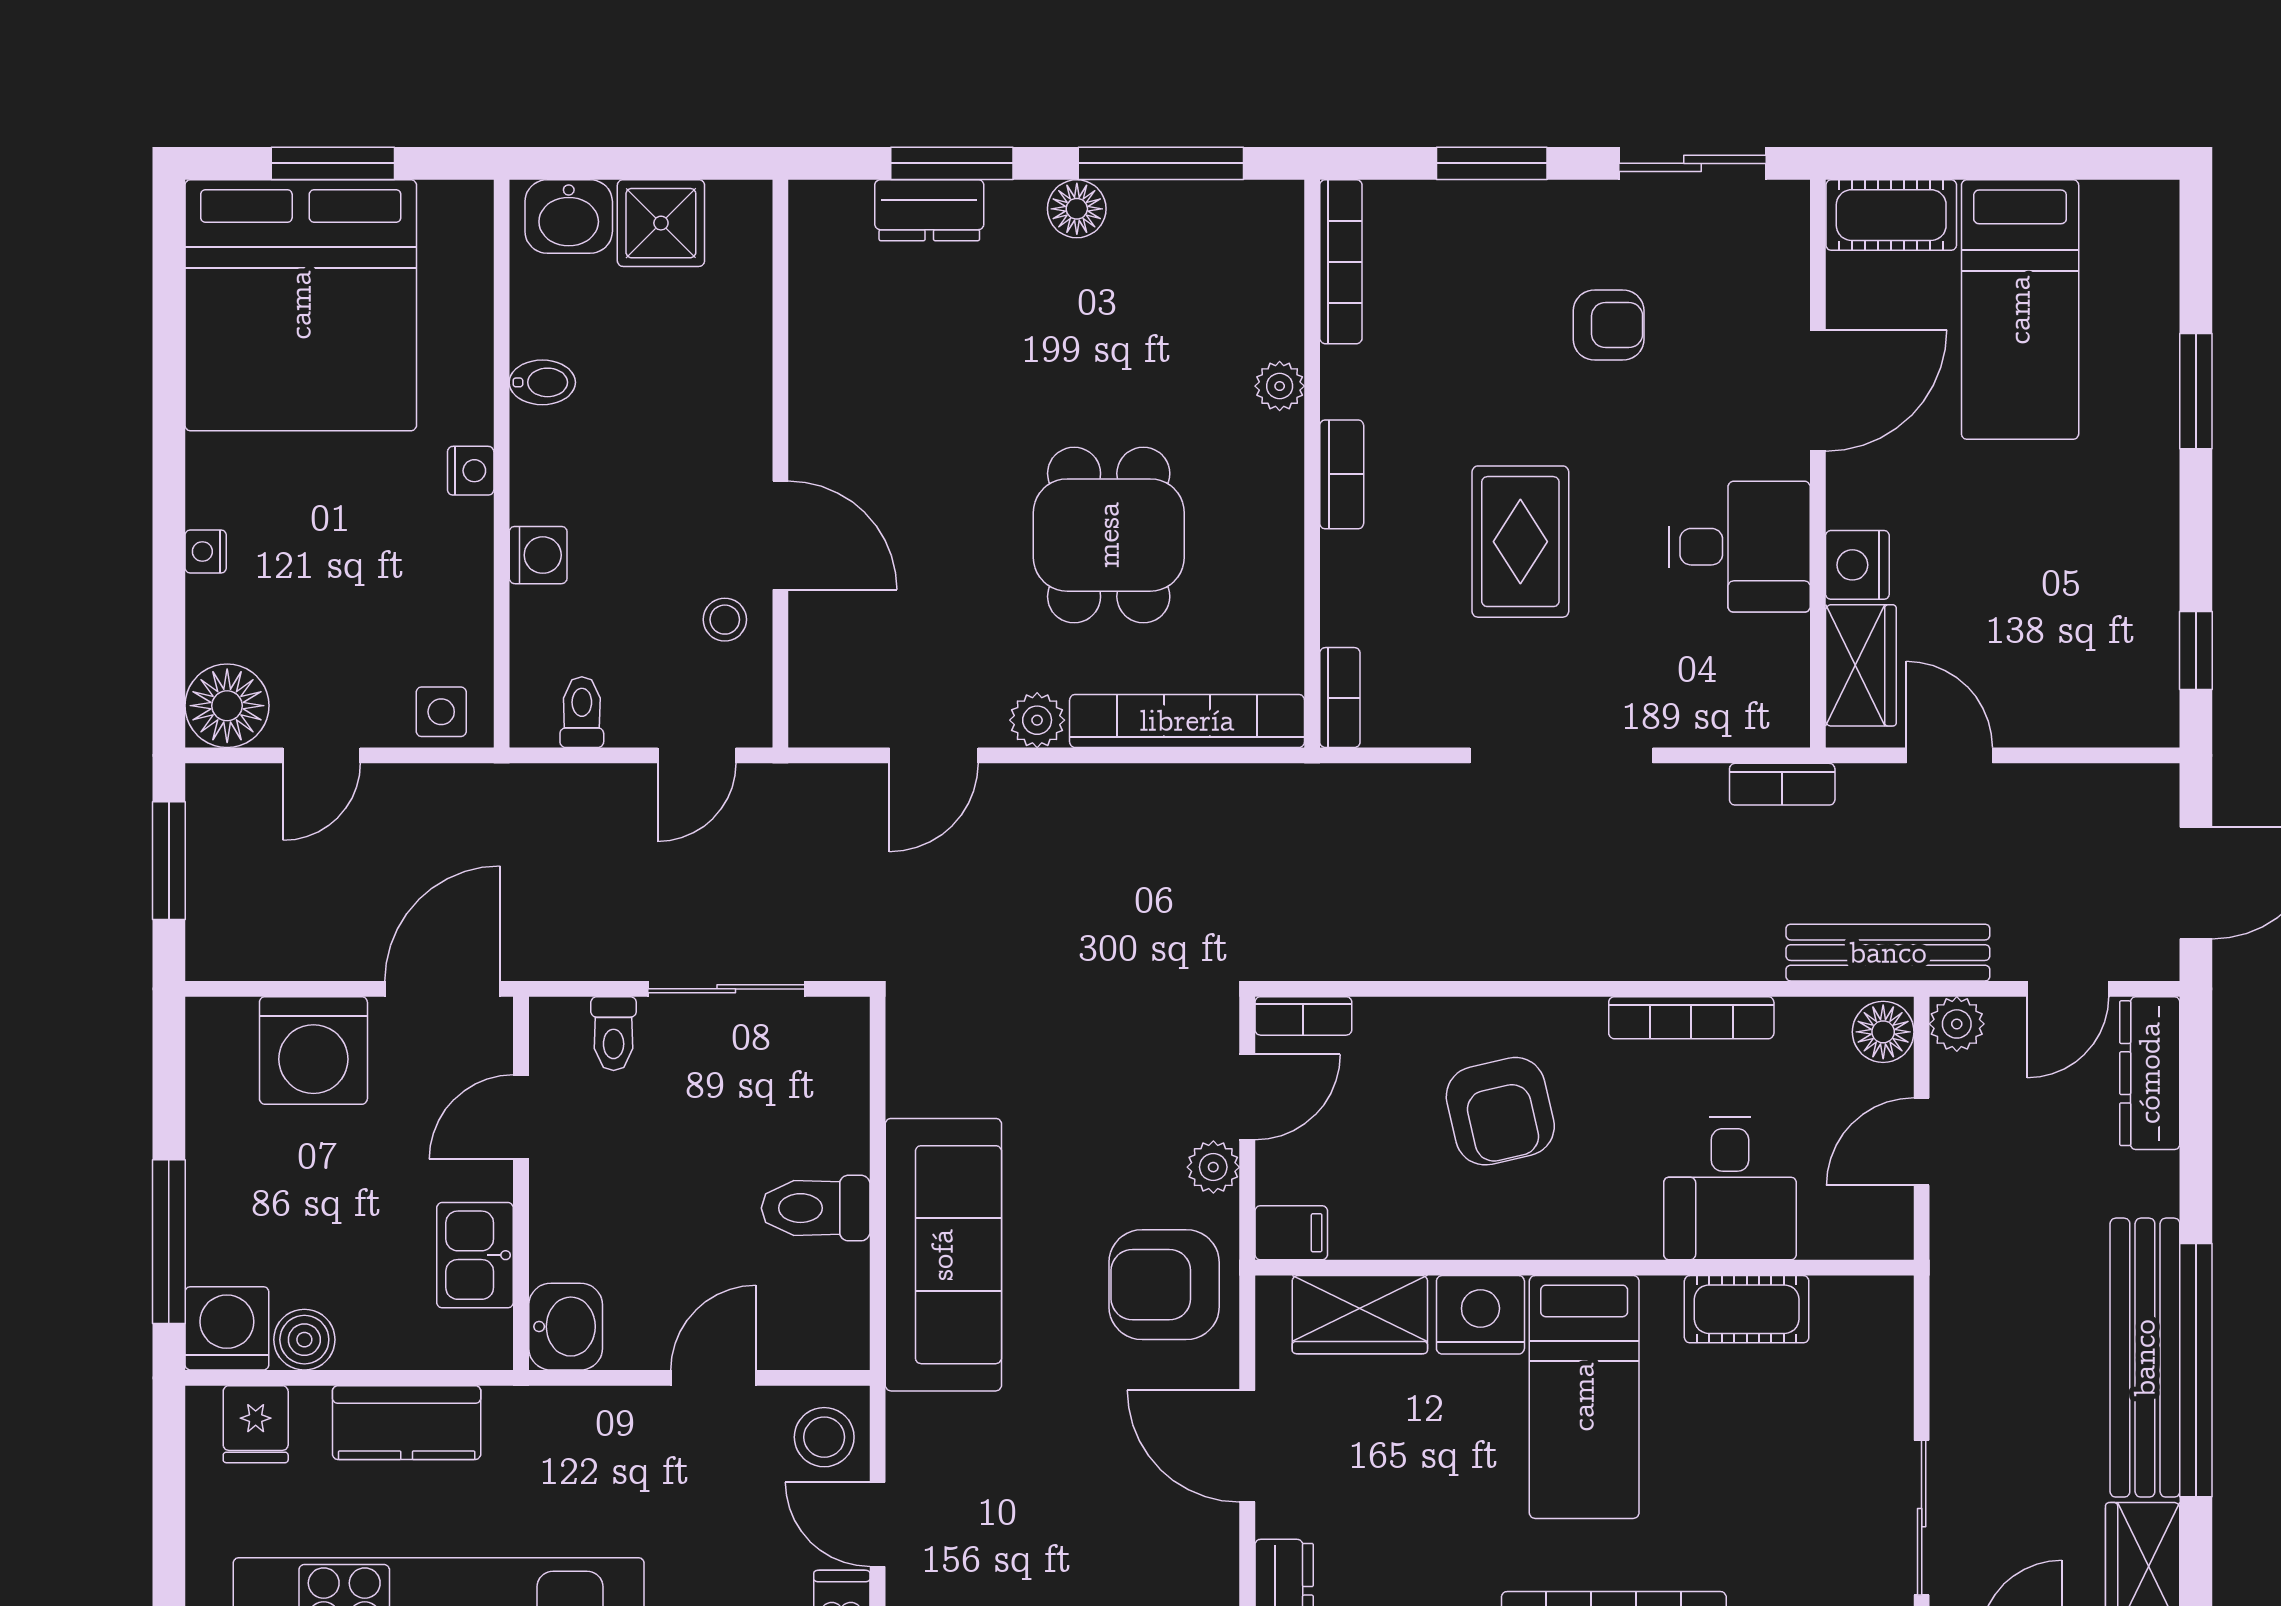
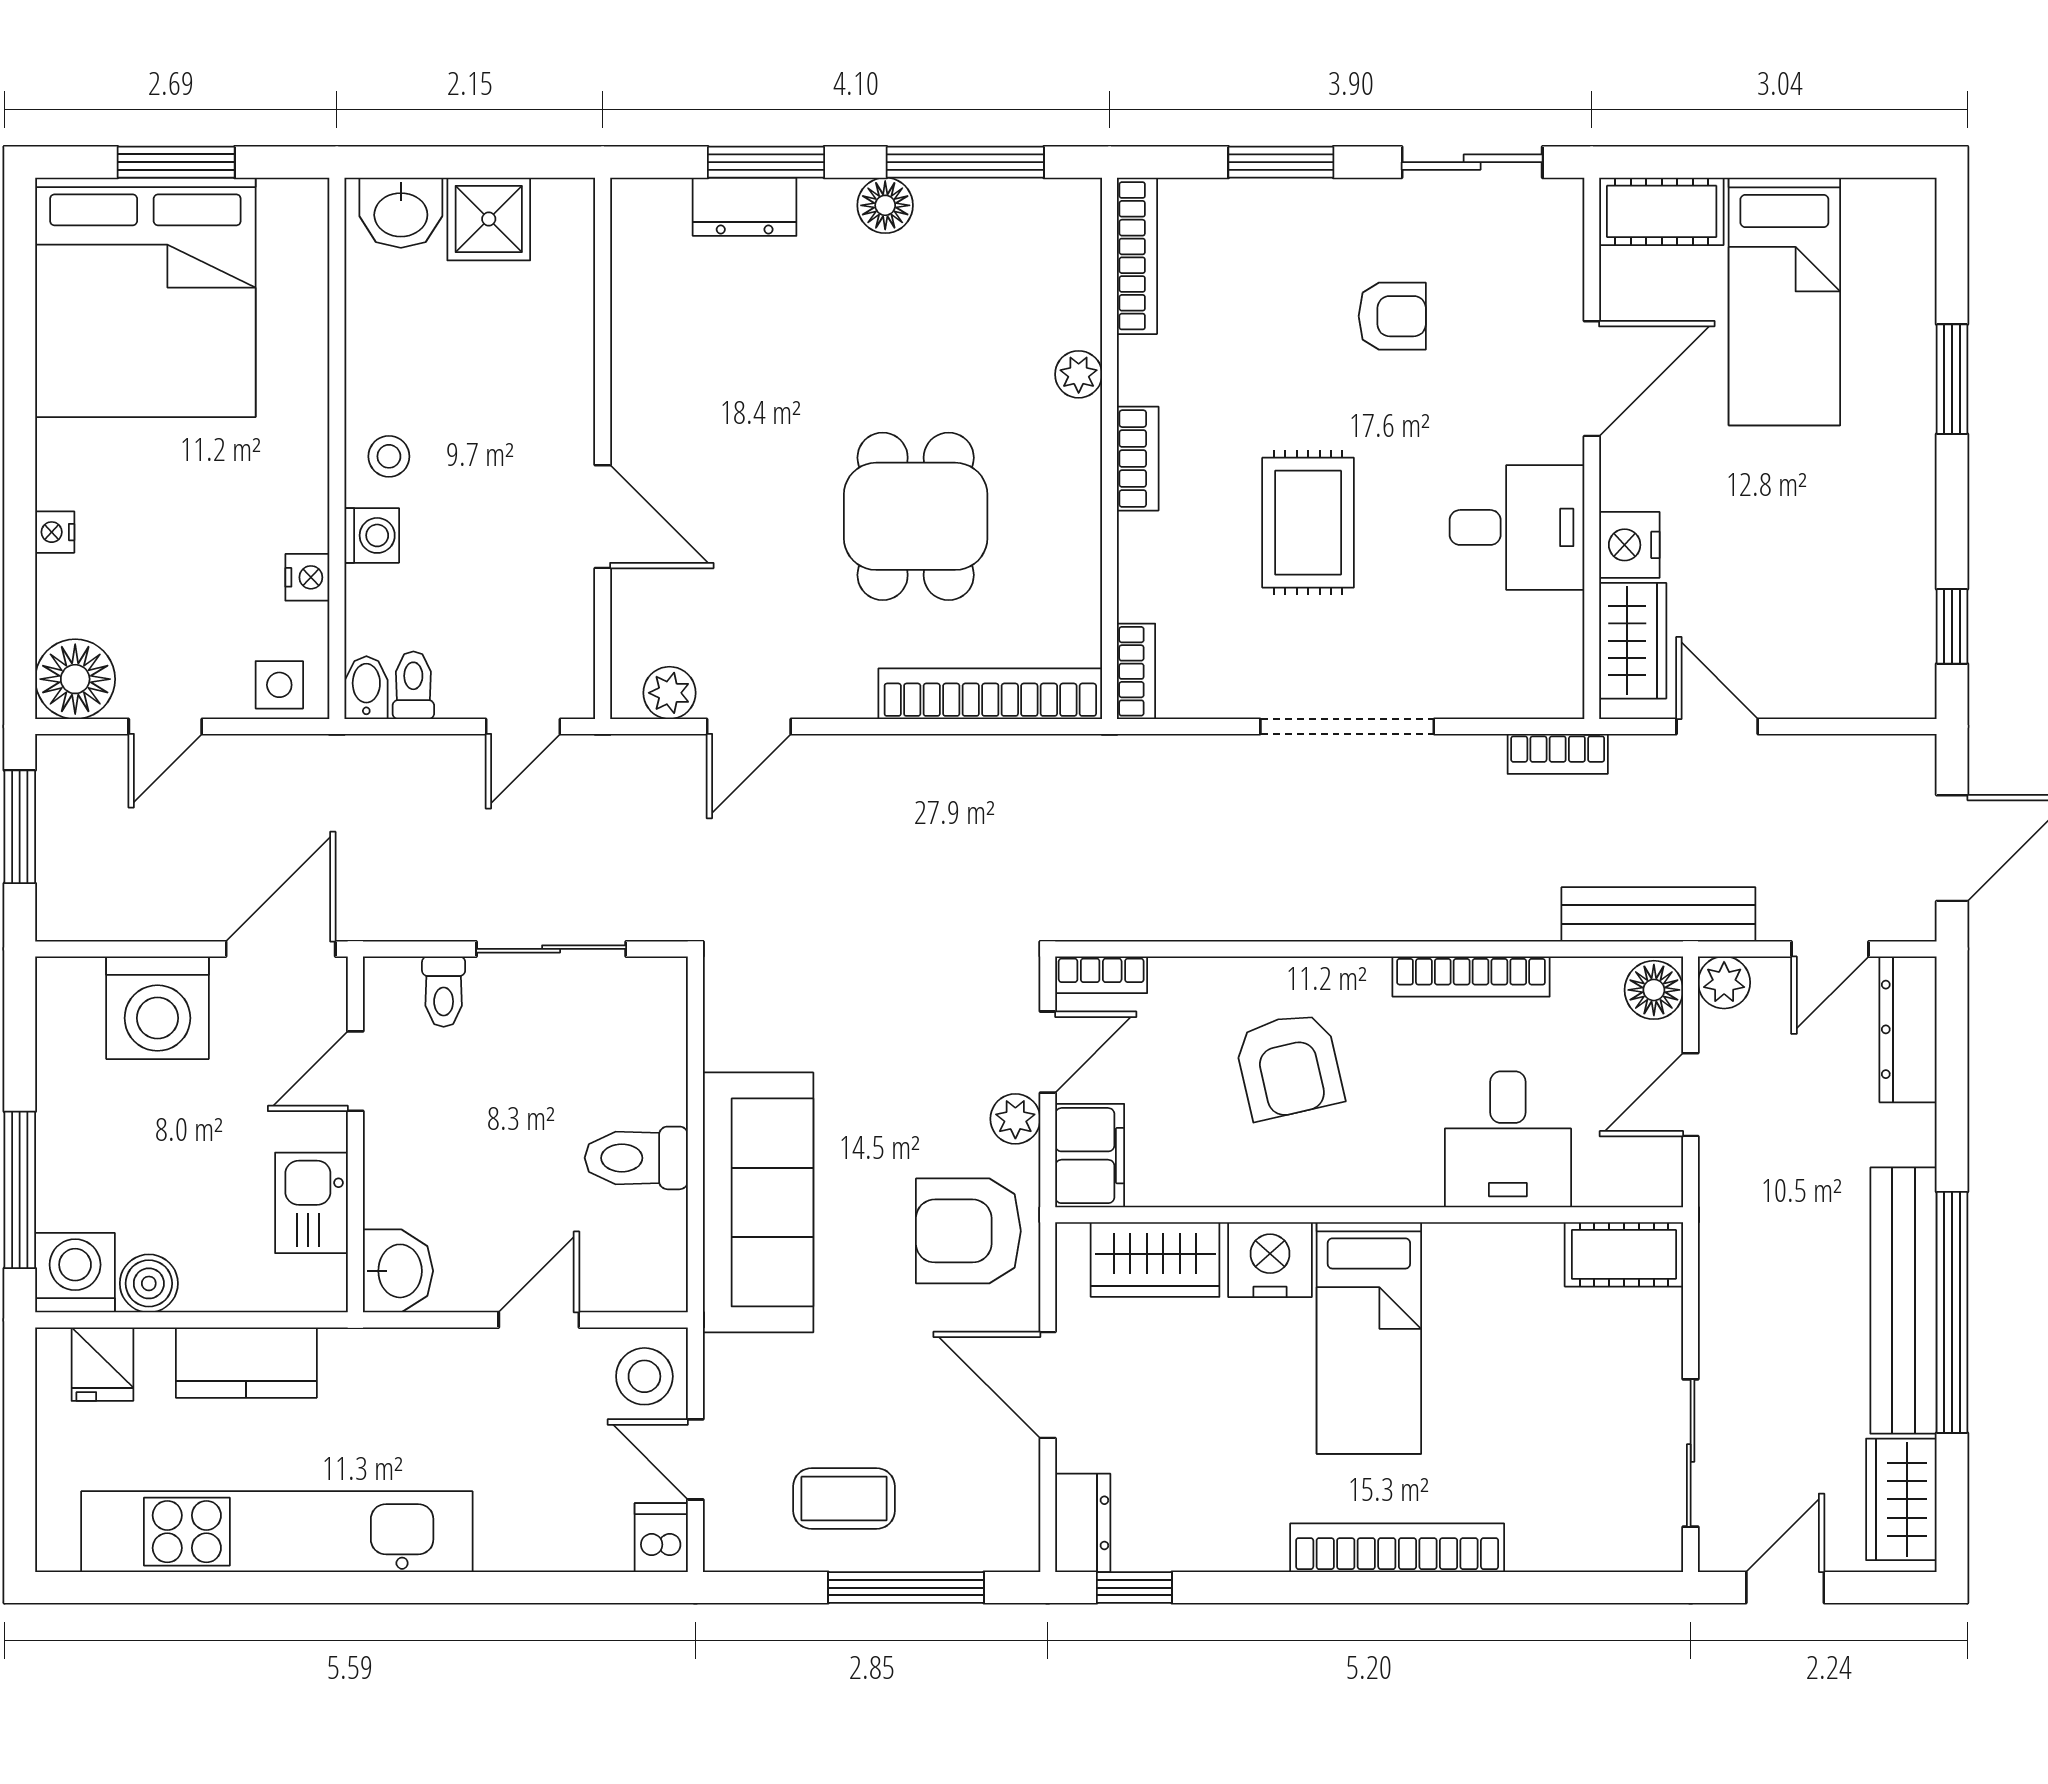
bidet: (542, 382) -> (366, 688), moved, turned -90
nightstand: (471, 471) -> (307, 577), moved
stool: (725, 620) -> (389, 456), moved
plant: (1037, 720) -> (669, 693), moved
filing cabinet: (1291, 1233) -> (1090, 1156), width x2.00
cot: (1747, 1309) -> (1624, 1254), moved
coffee table: (1034, 1565) -> (844, 1499), added

